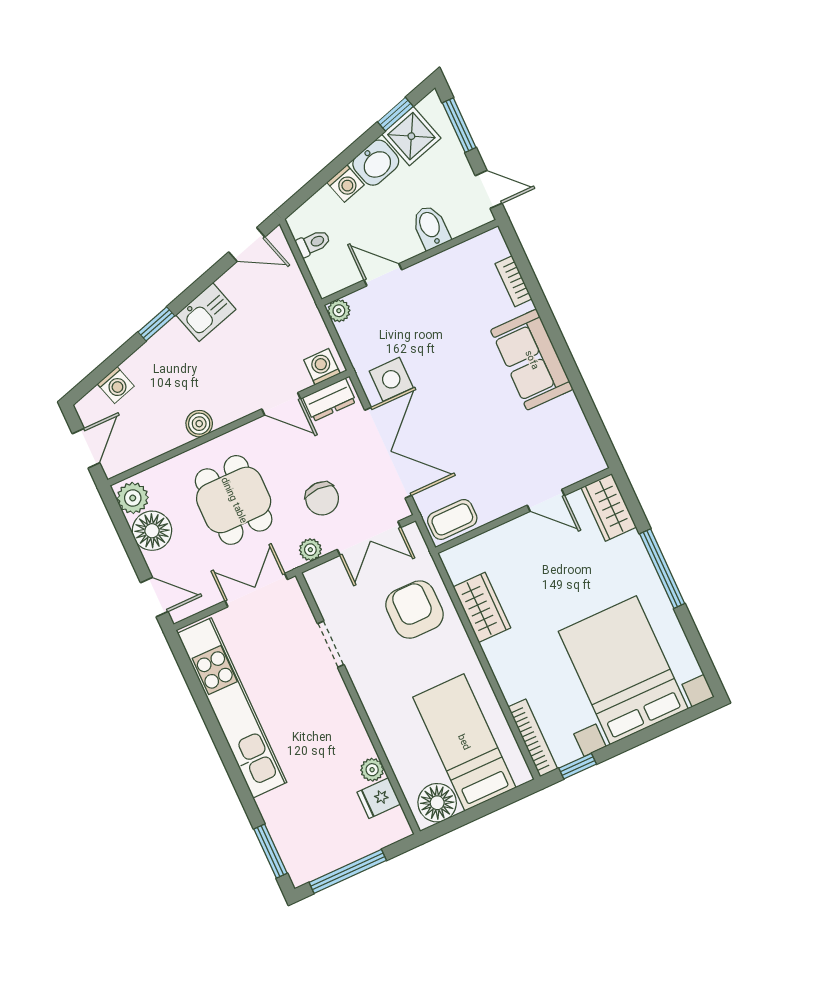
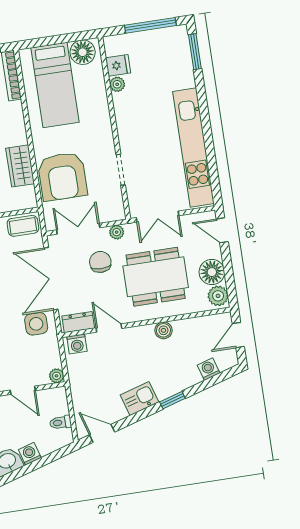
dining table: (234, 500) -> (156, 277), width x1.38
armchair: (415, 610) -> (62, 176), width x1.36, depth x1.36

